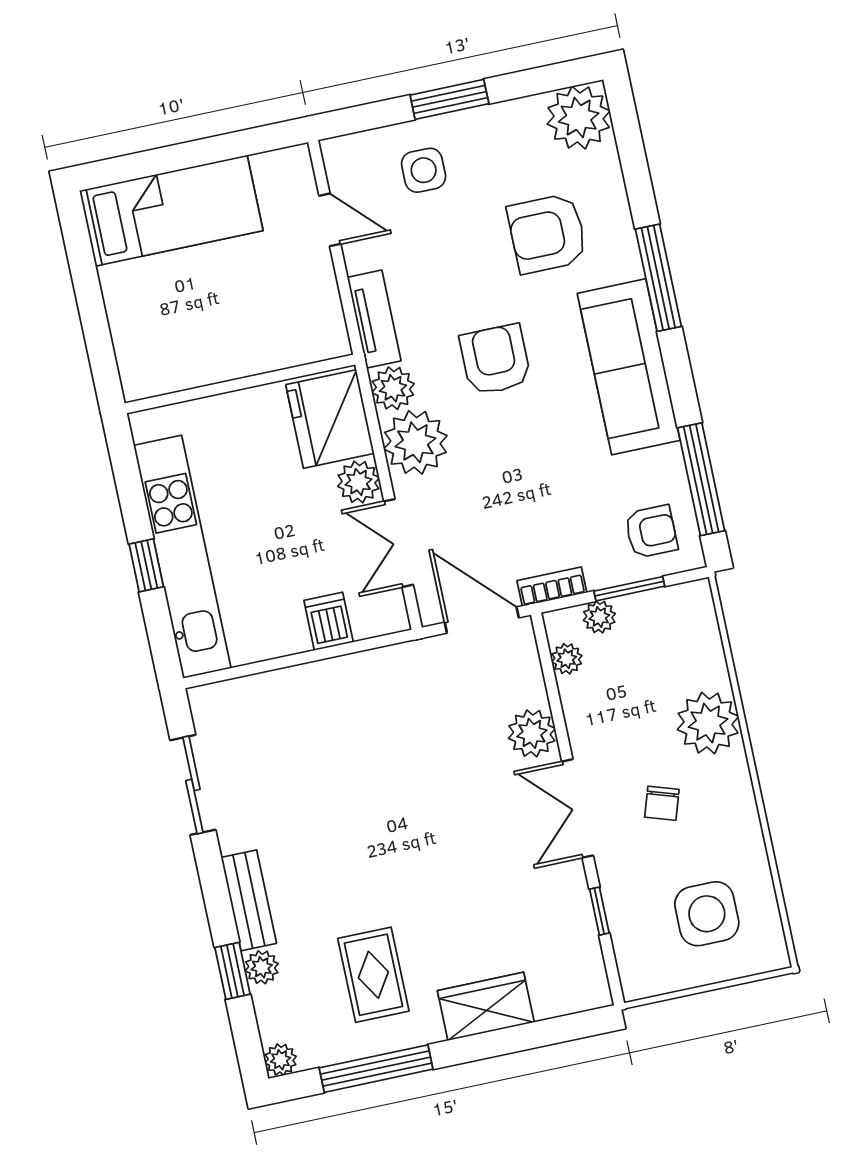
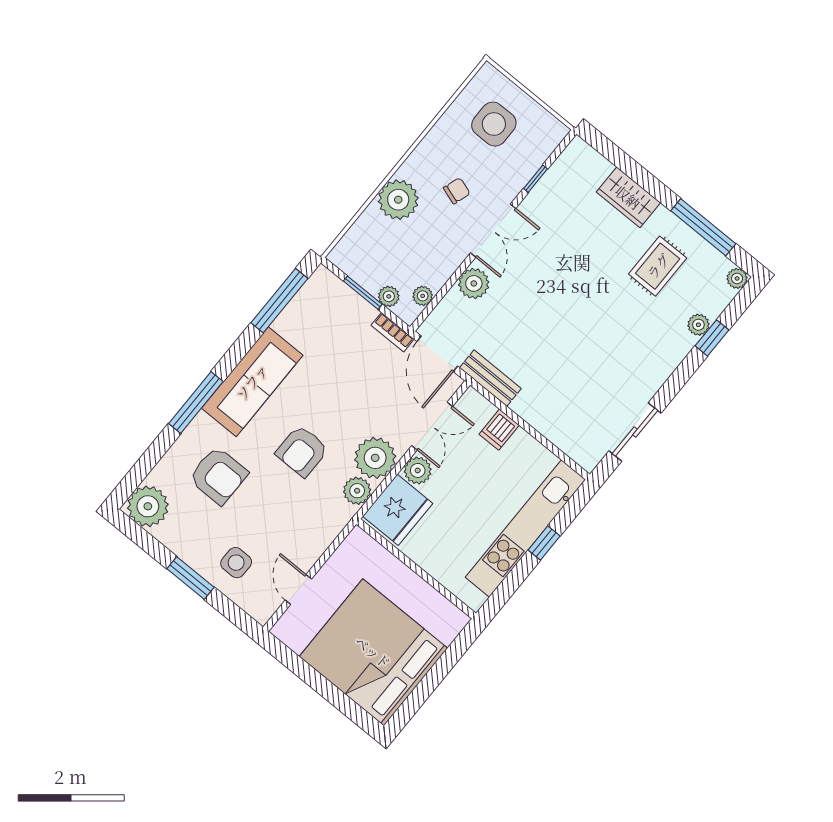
bed: (171, 211) -> (373, 652), width x2.04
tv unit: (374, 319) -> (330, 528), removed
armchair: (651, 532) -> (325, 305), removed
bench: (249, 900) -> (490, 378), moved, turned 90

